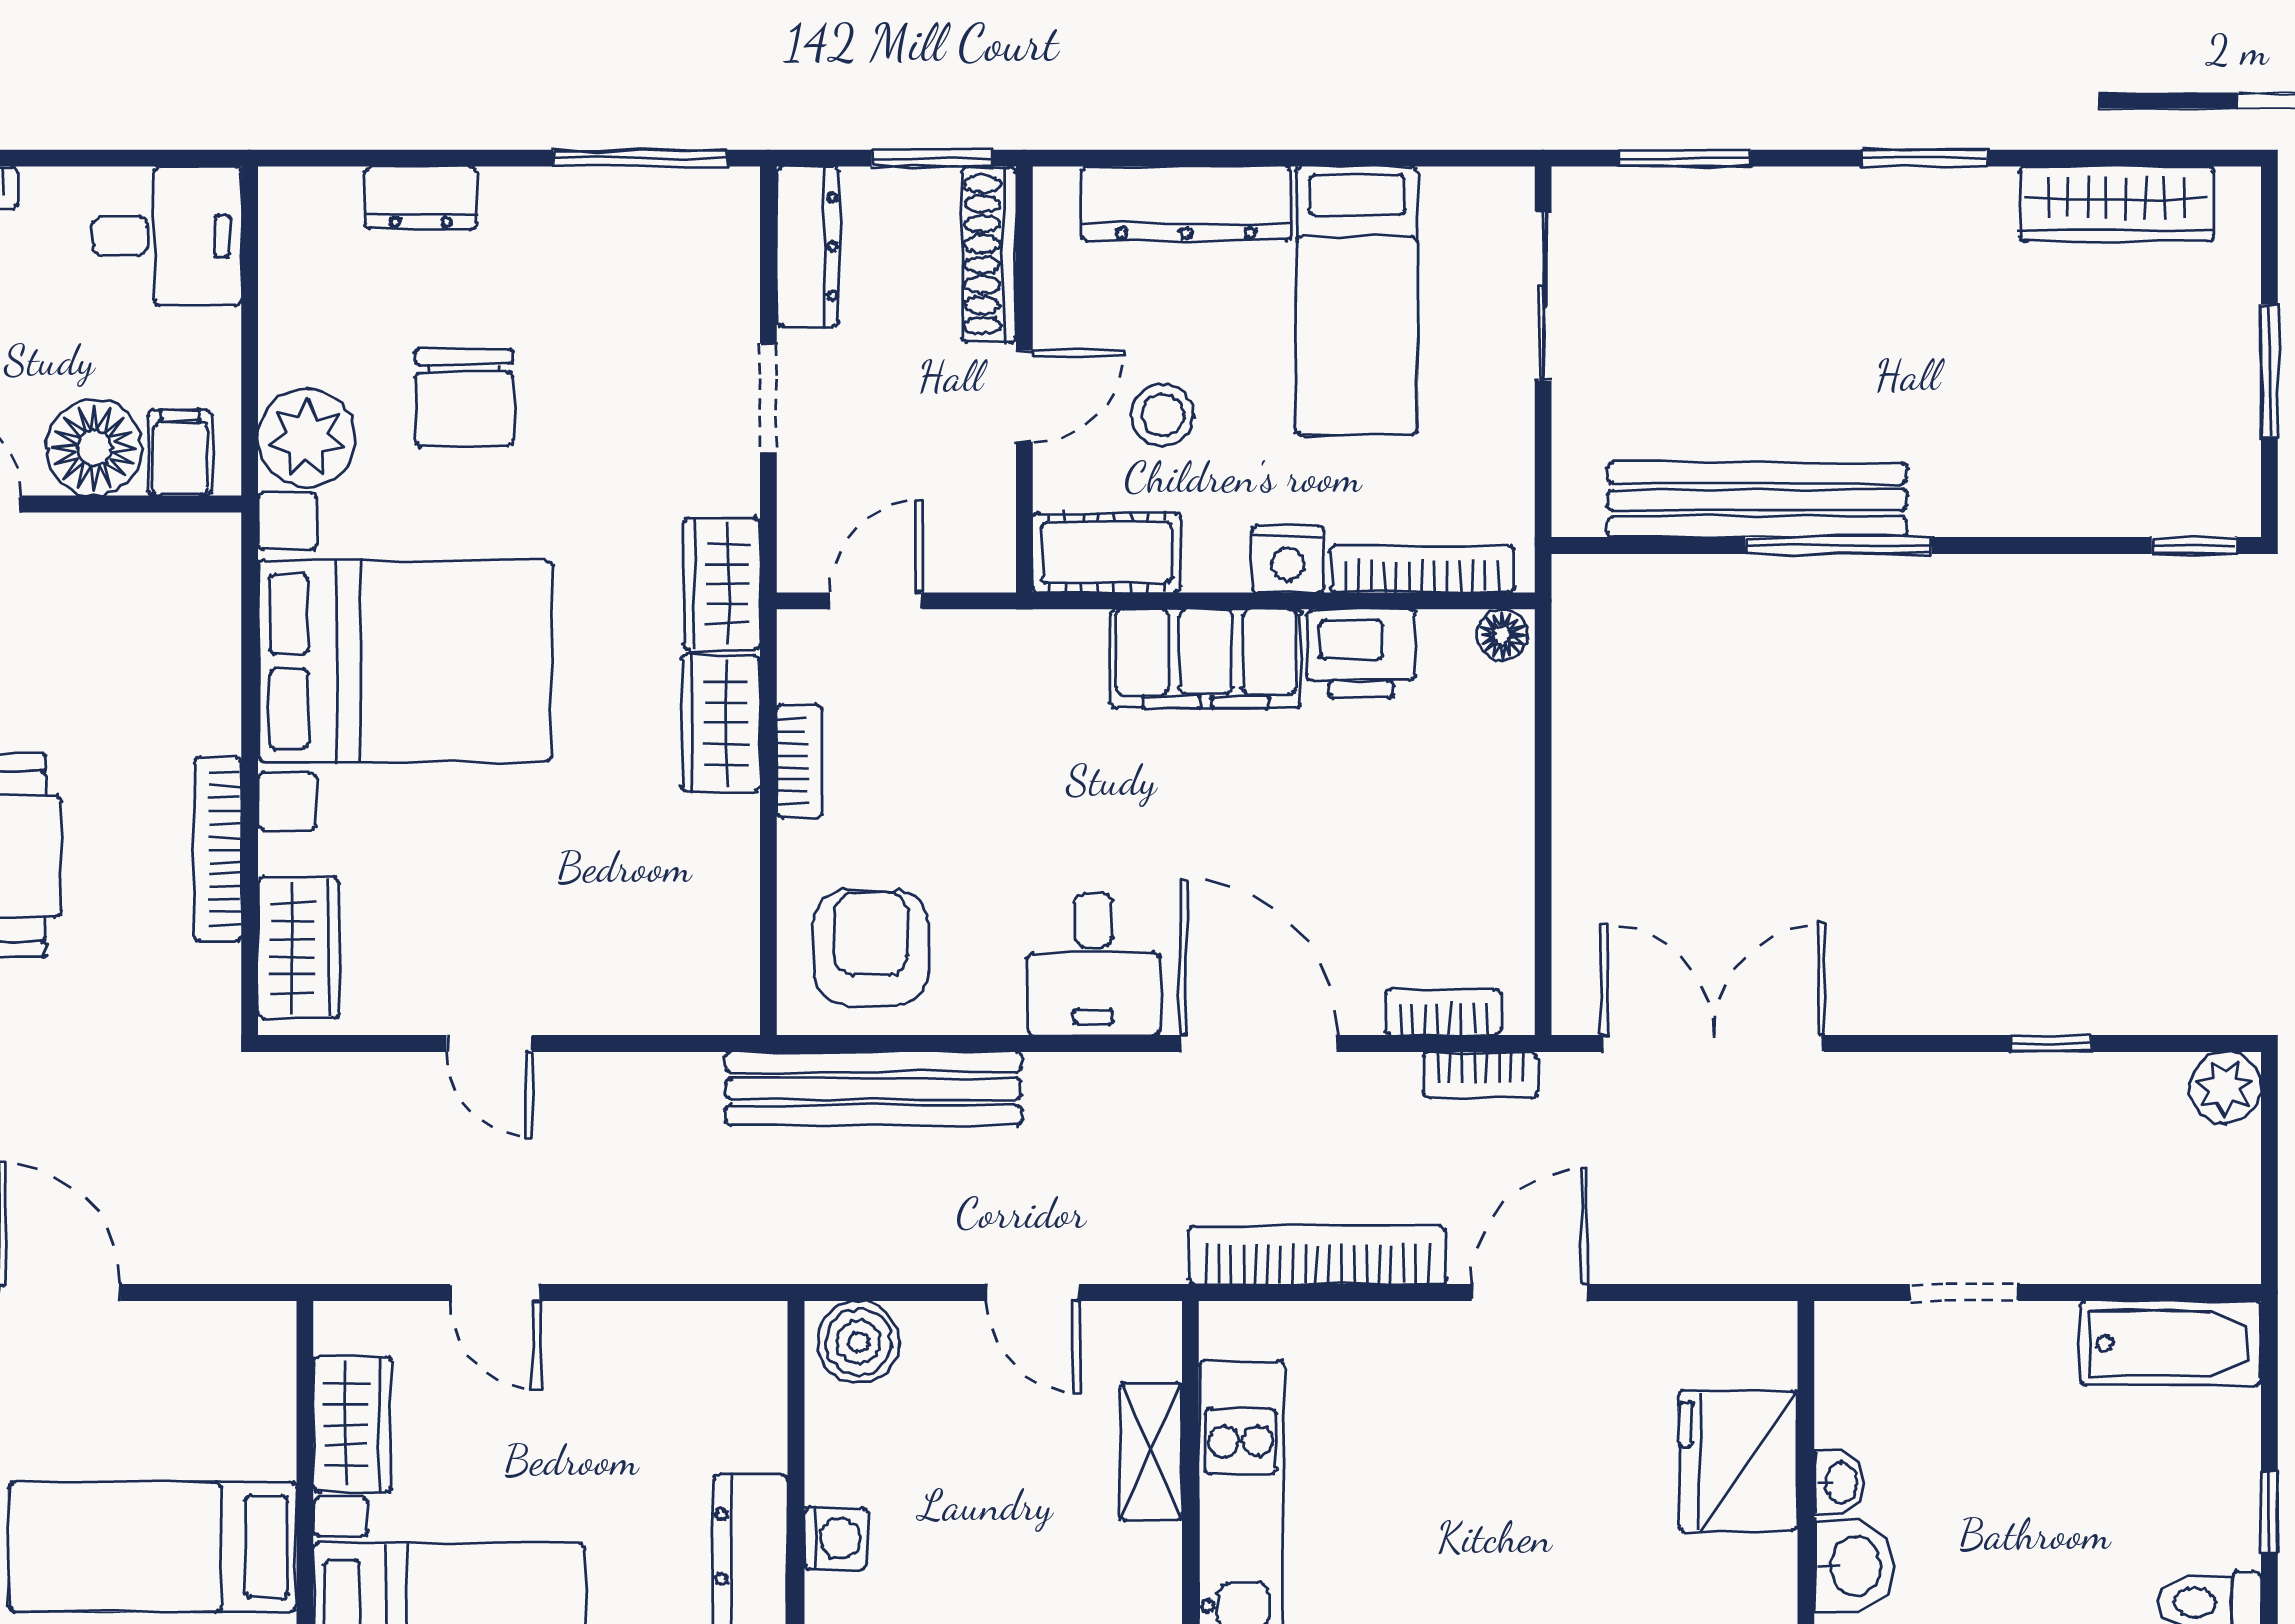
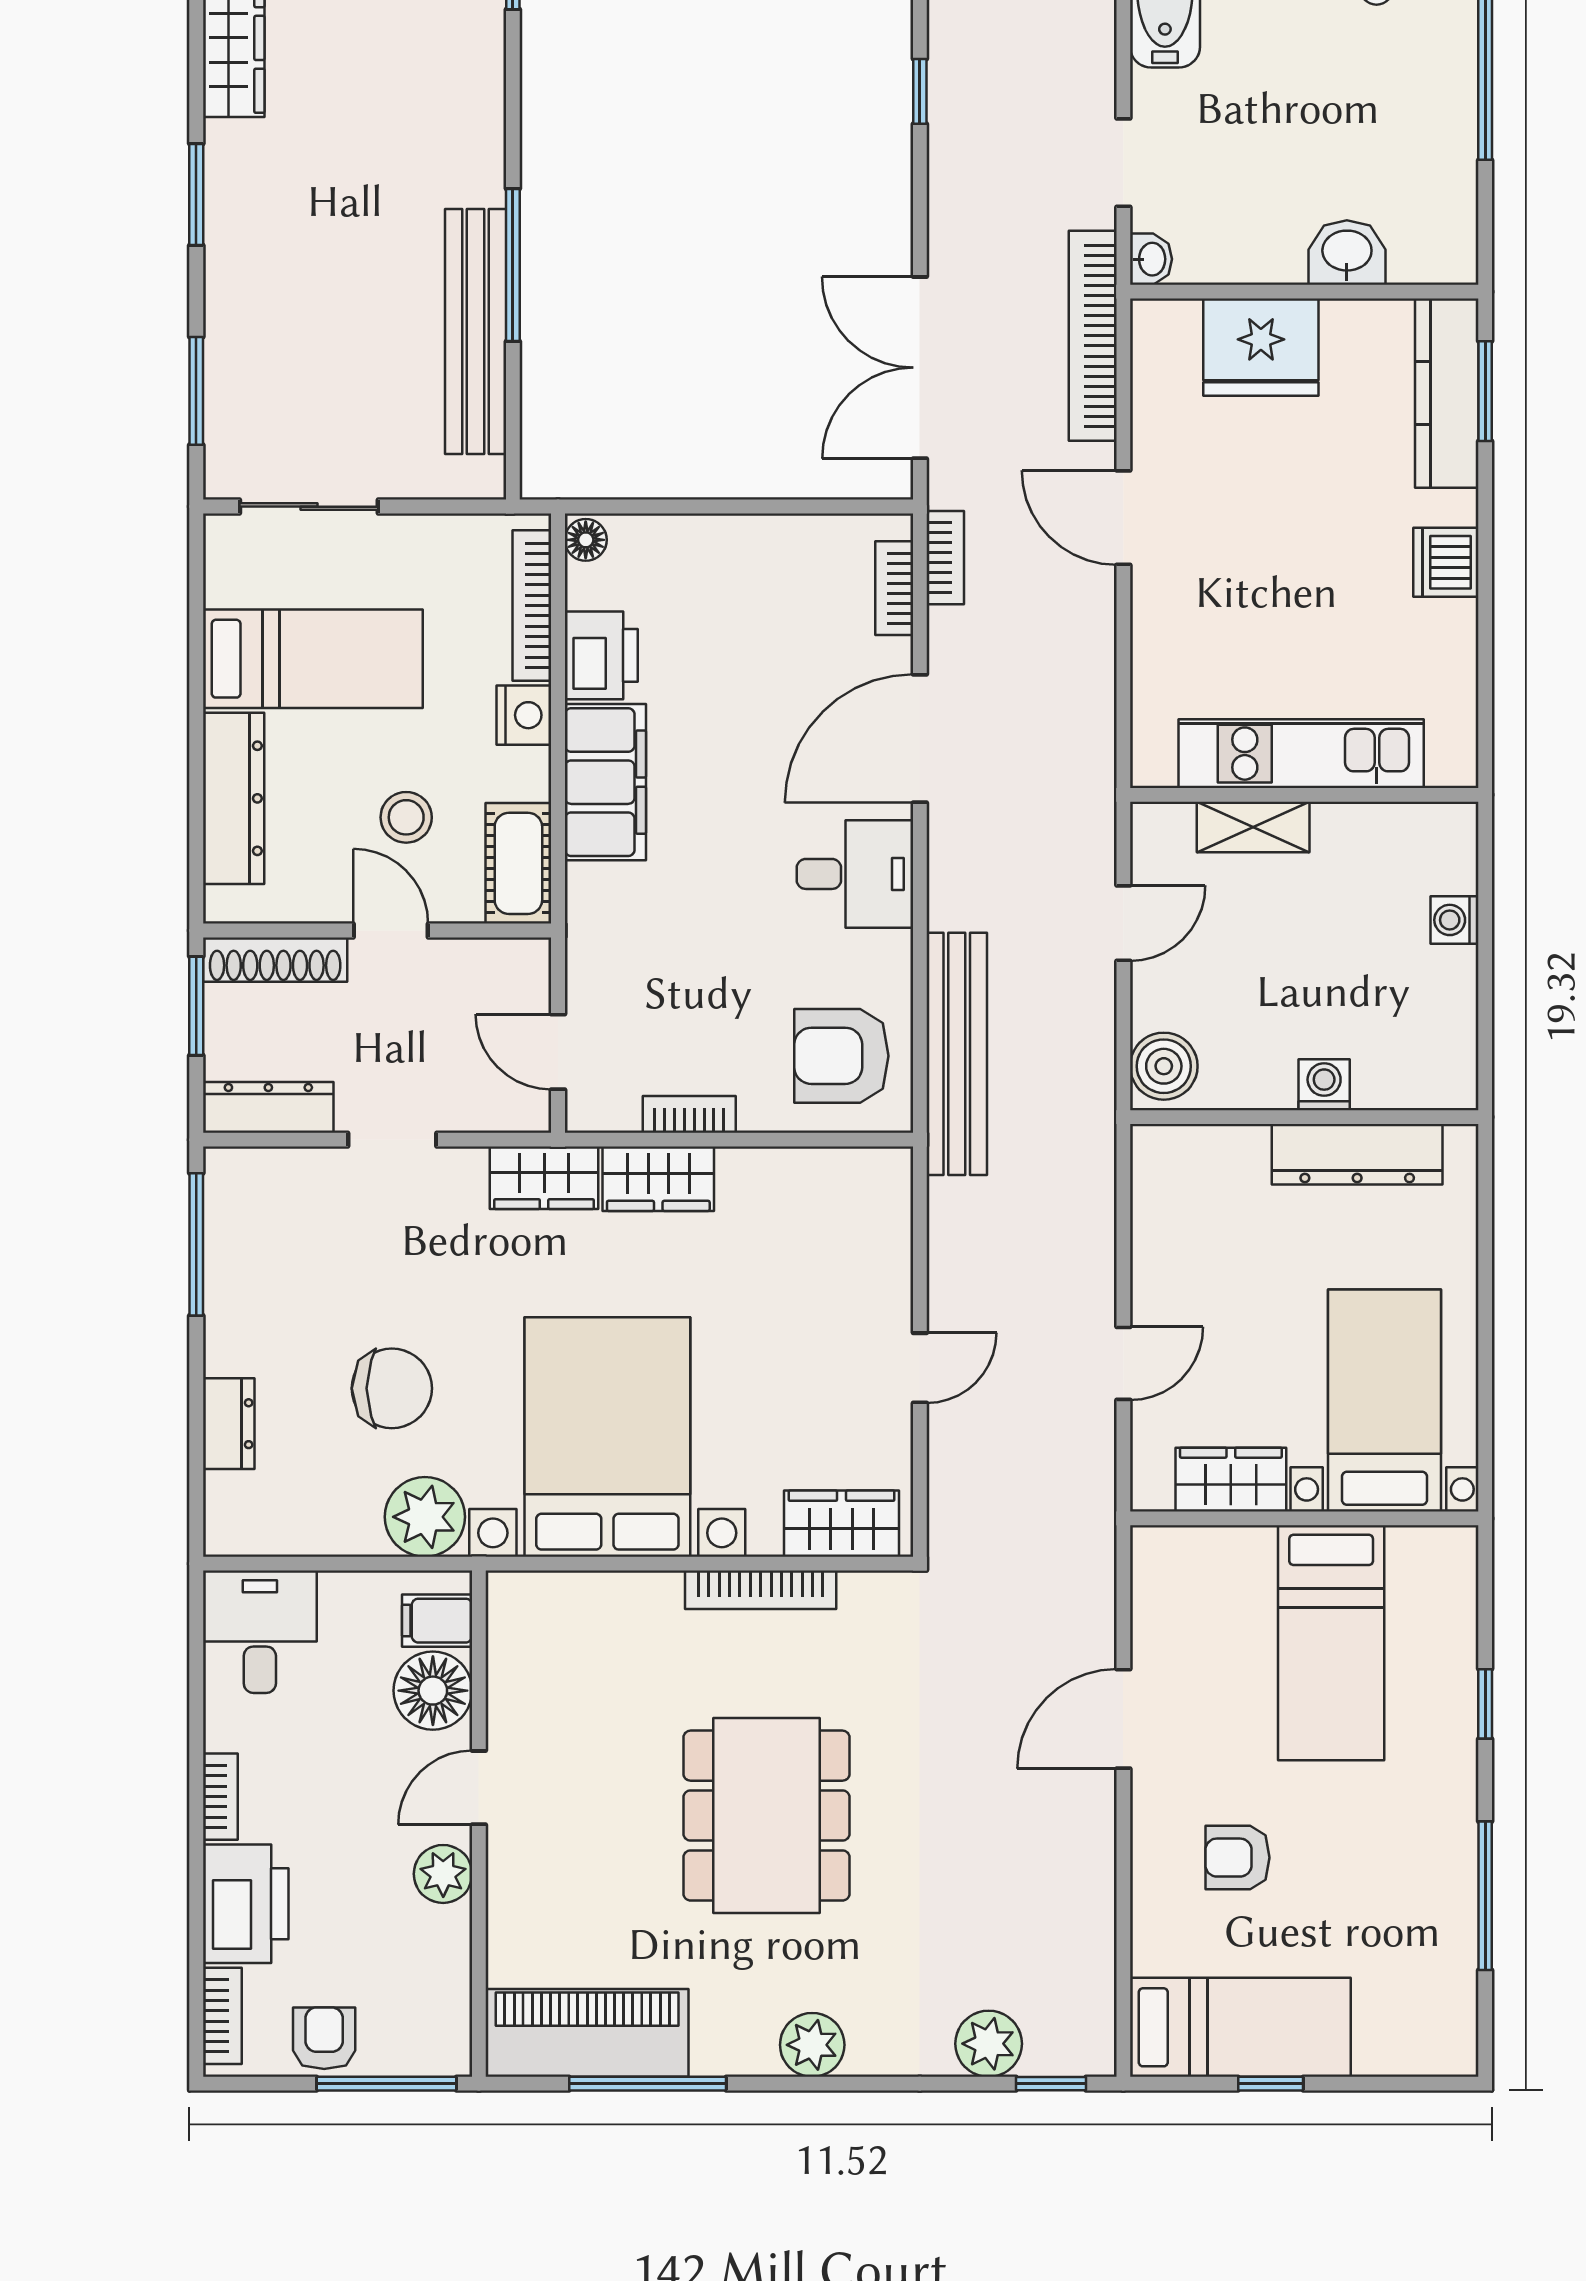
bookcase: (1317, 1255) -> (1093, 336), moved
washbasin: (1840, 1482) -> (1151, 259), moved, turned 90

